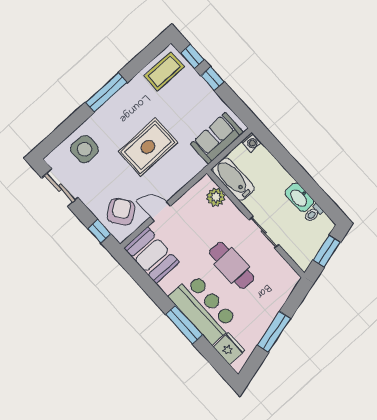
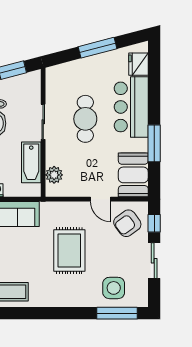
window: (106, 92) -> (117, 313), moved
rug: (148, 147) -> (69, 251), turned 90
bathtub: (233, 179) -> (31, 162), moved
sliding door: (60, 188) -> (154, 261), moved
window: (184, 325) -> (154, 143), moved

